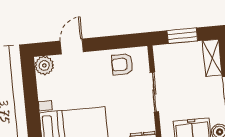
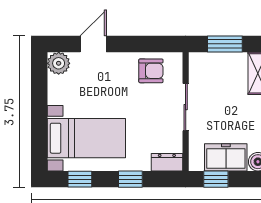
armchair: (122, 64) -> (151, 71), turned 180

